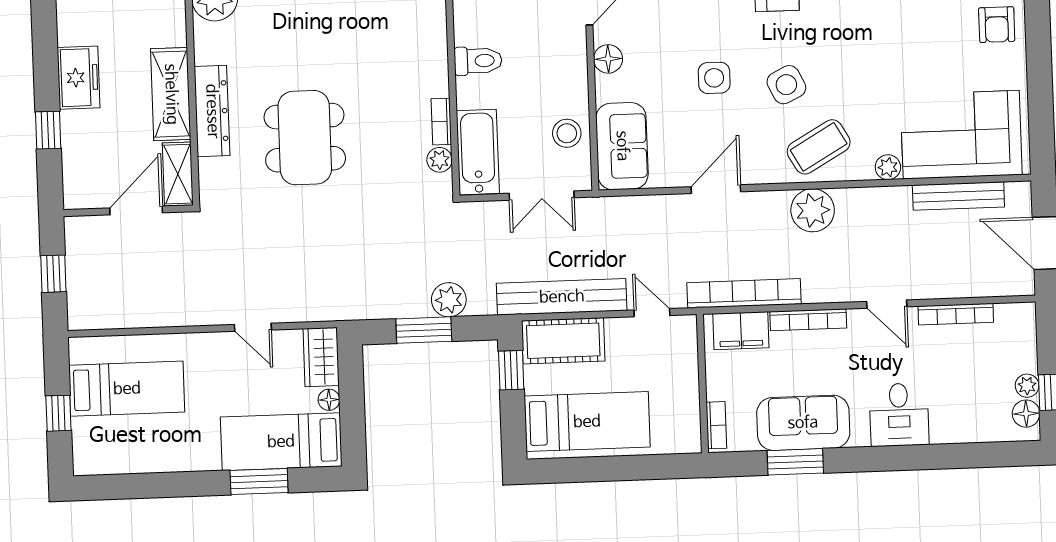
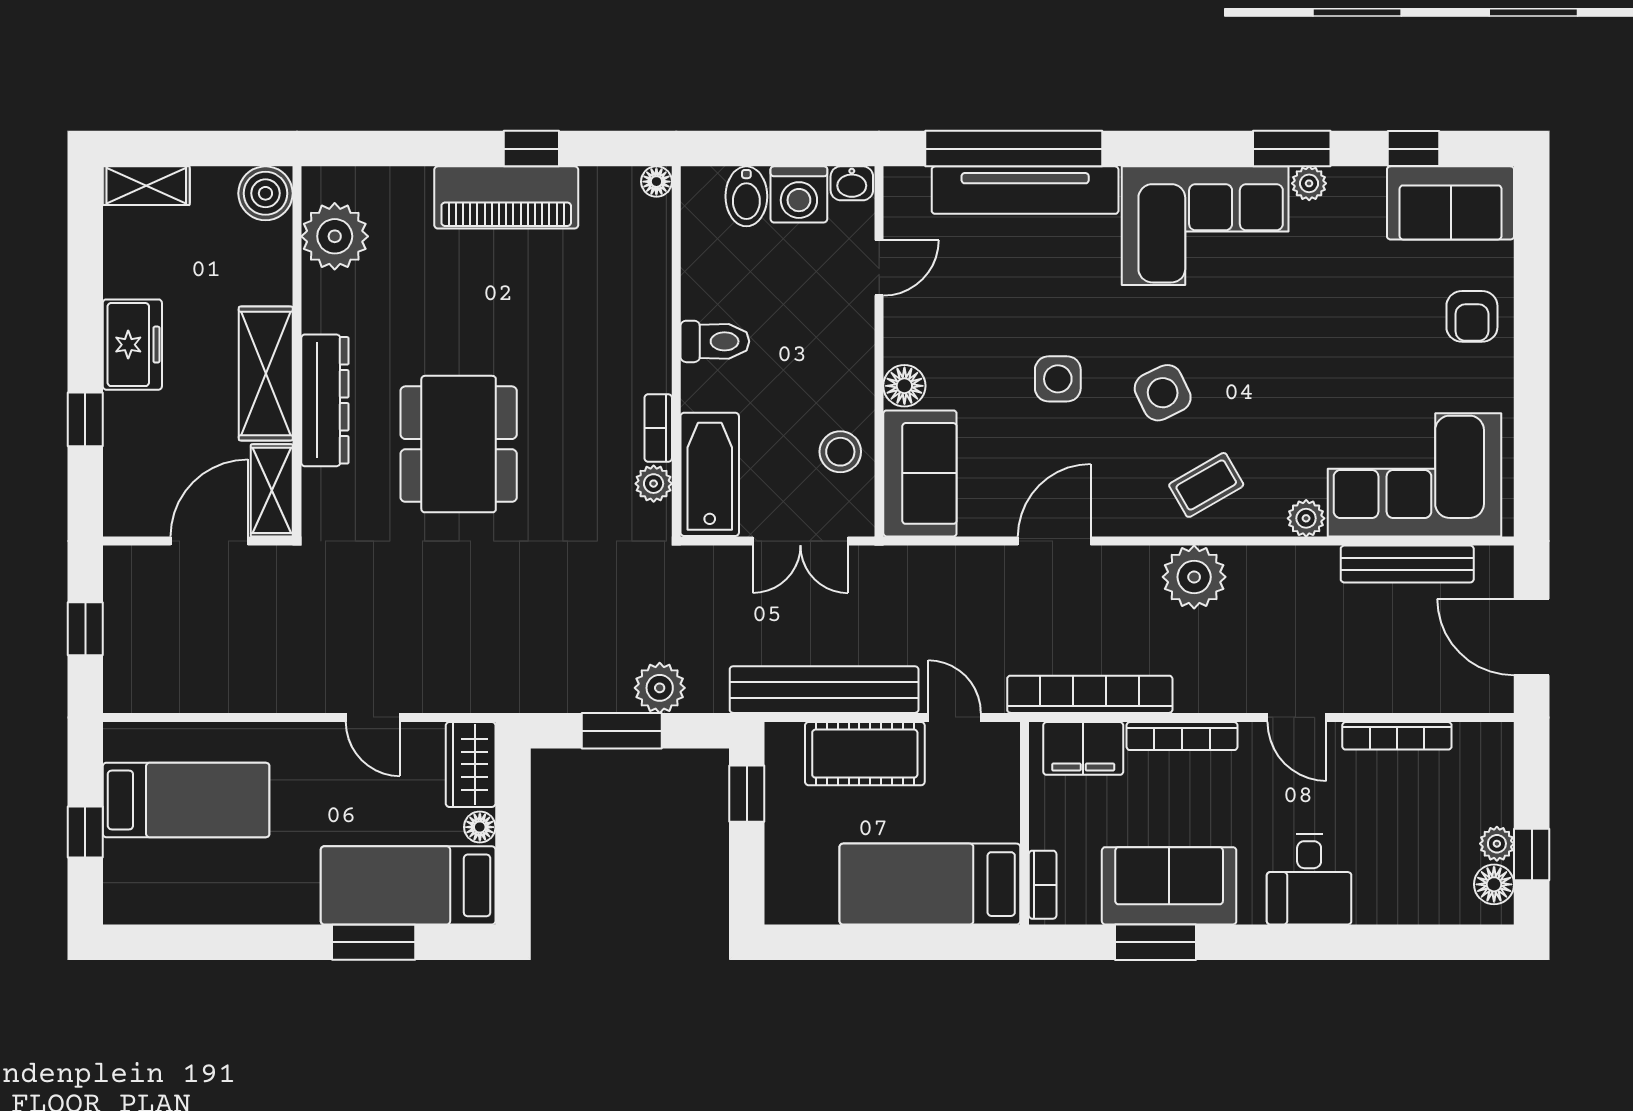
floor lamp: (608, 59) -> (904, 386), moved
coffee table: (819, 147) -> (1206, 485), width x0.73, depth x0.77
cot: (563, 341) -> (865, 754), moved
bed: (587, 422) -> (930, 884), moved, turned 180

